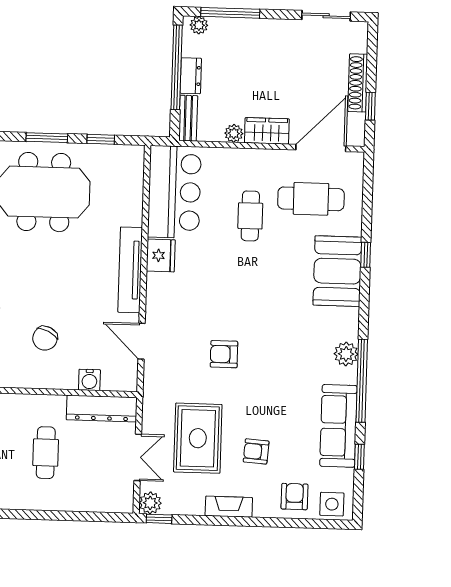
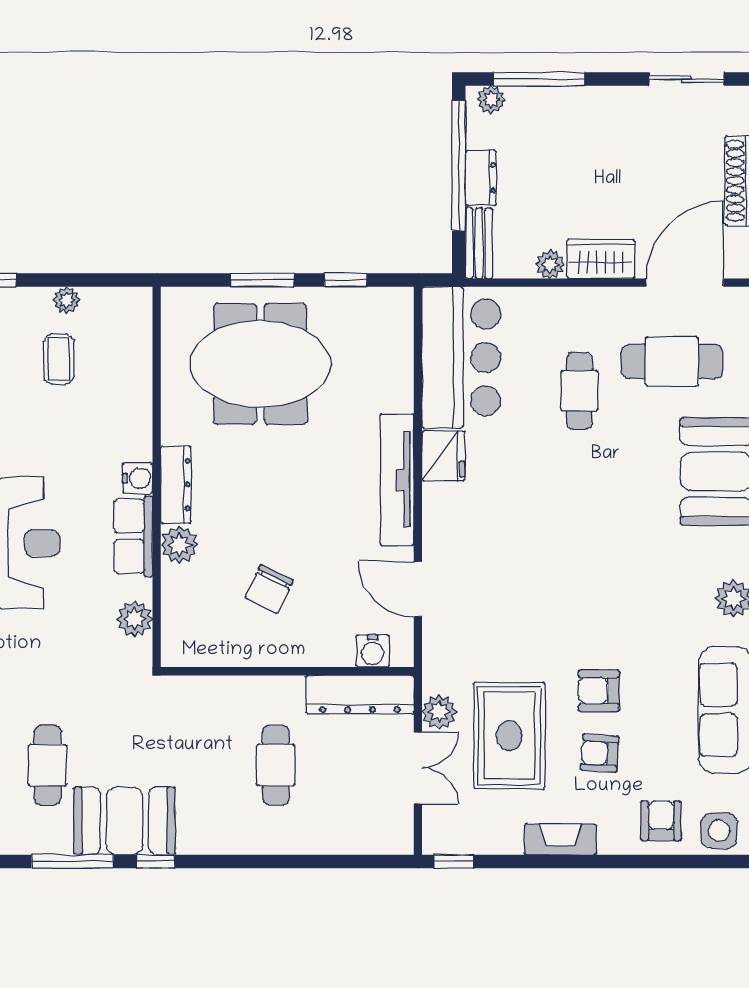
armchair: (224, 354) -> (599, 691), moved
water cooler: (89, 380) -> (373, 651), moved
plant: (150, 503) -> (439, 712), moved

